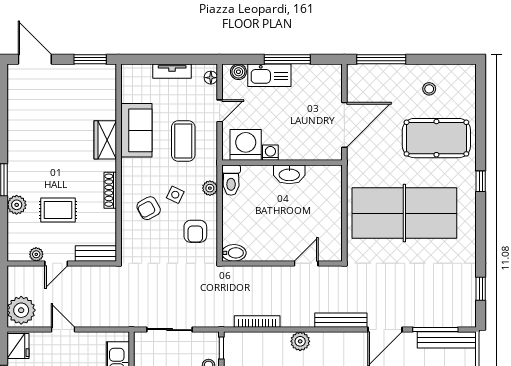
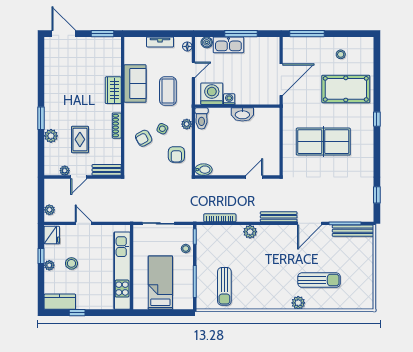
rug: (58, 210) -> (80, 139), turned 90
table tennis table: (404, 213) -> (323, 142), width x0.73, depth x0.76
plant: (21, 310) -> (49, 210), width x0.53, depth x0.53

